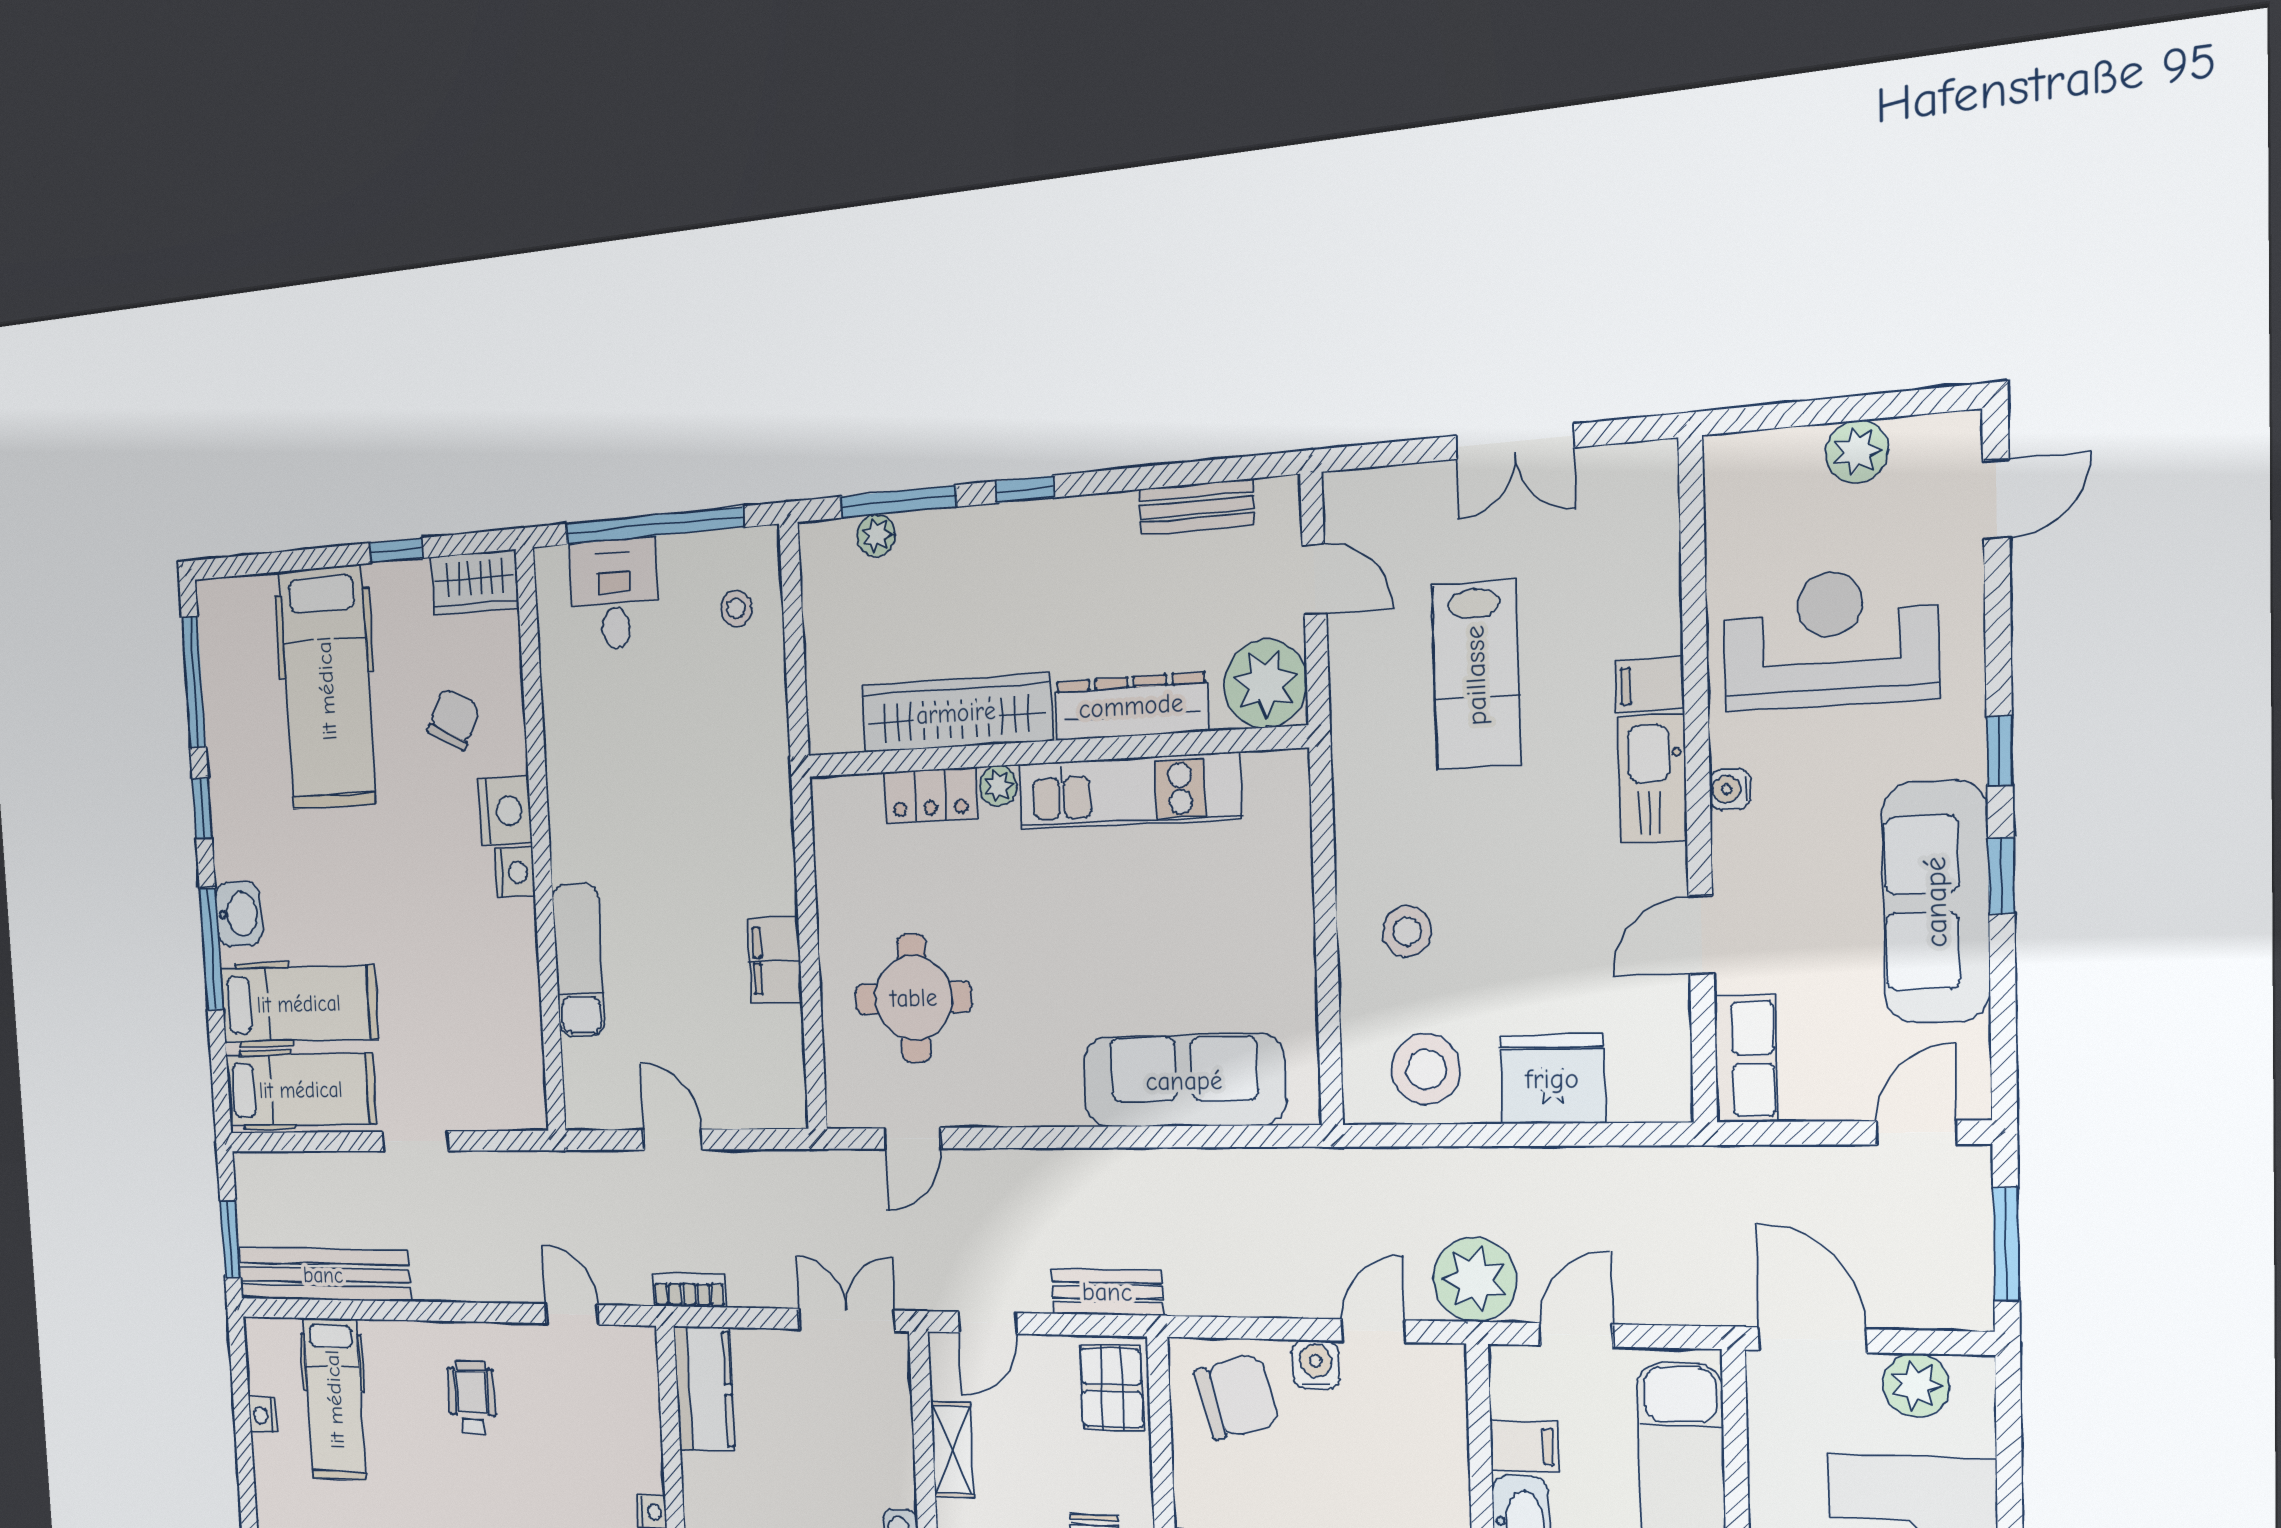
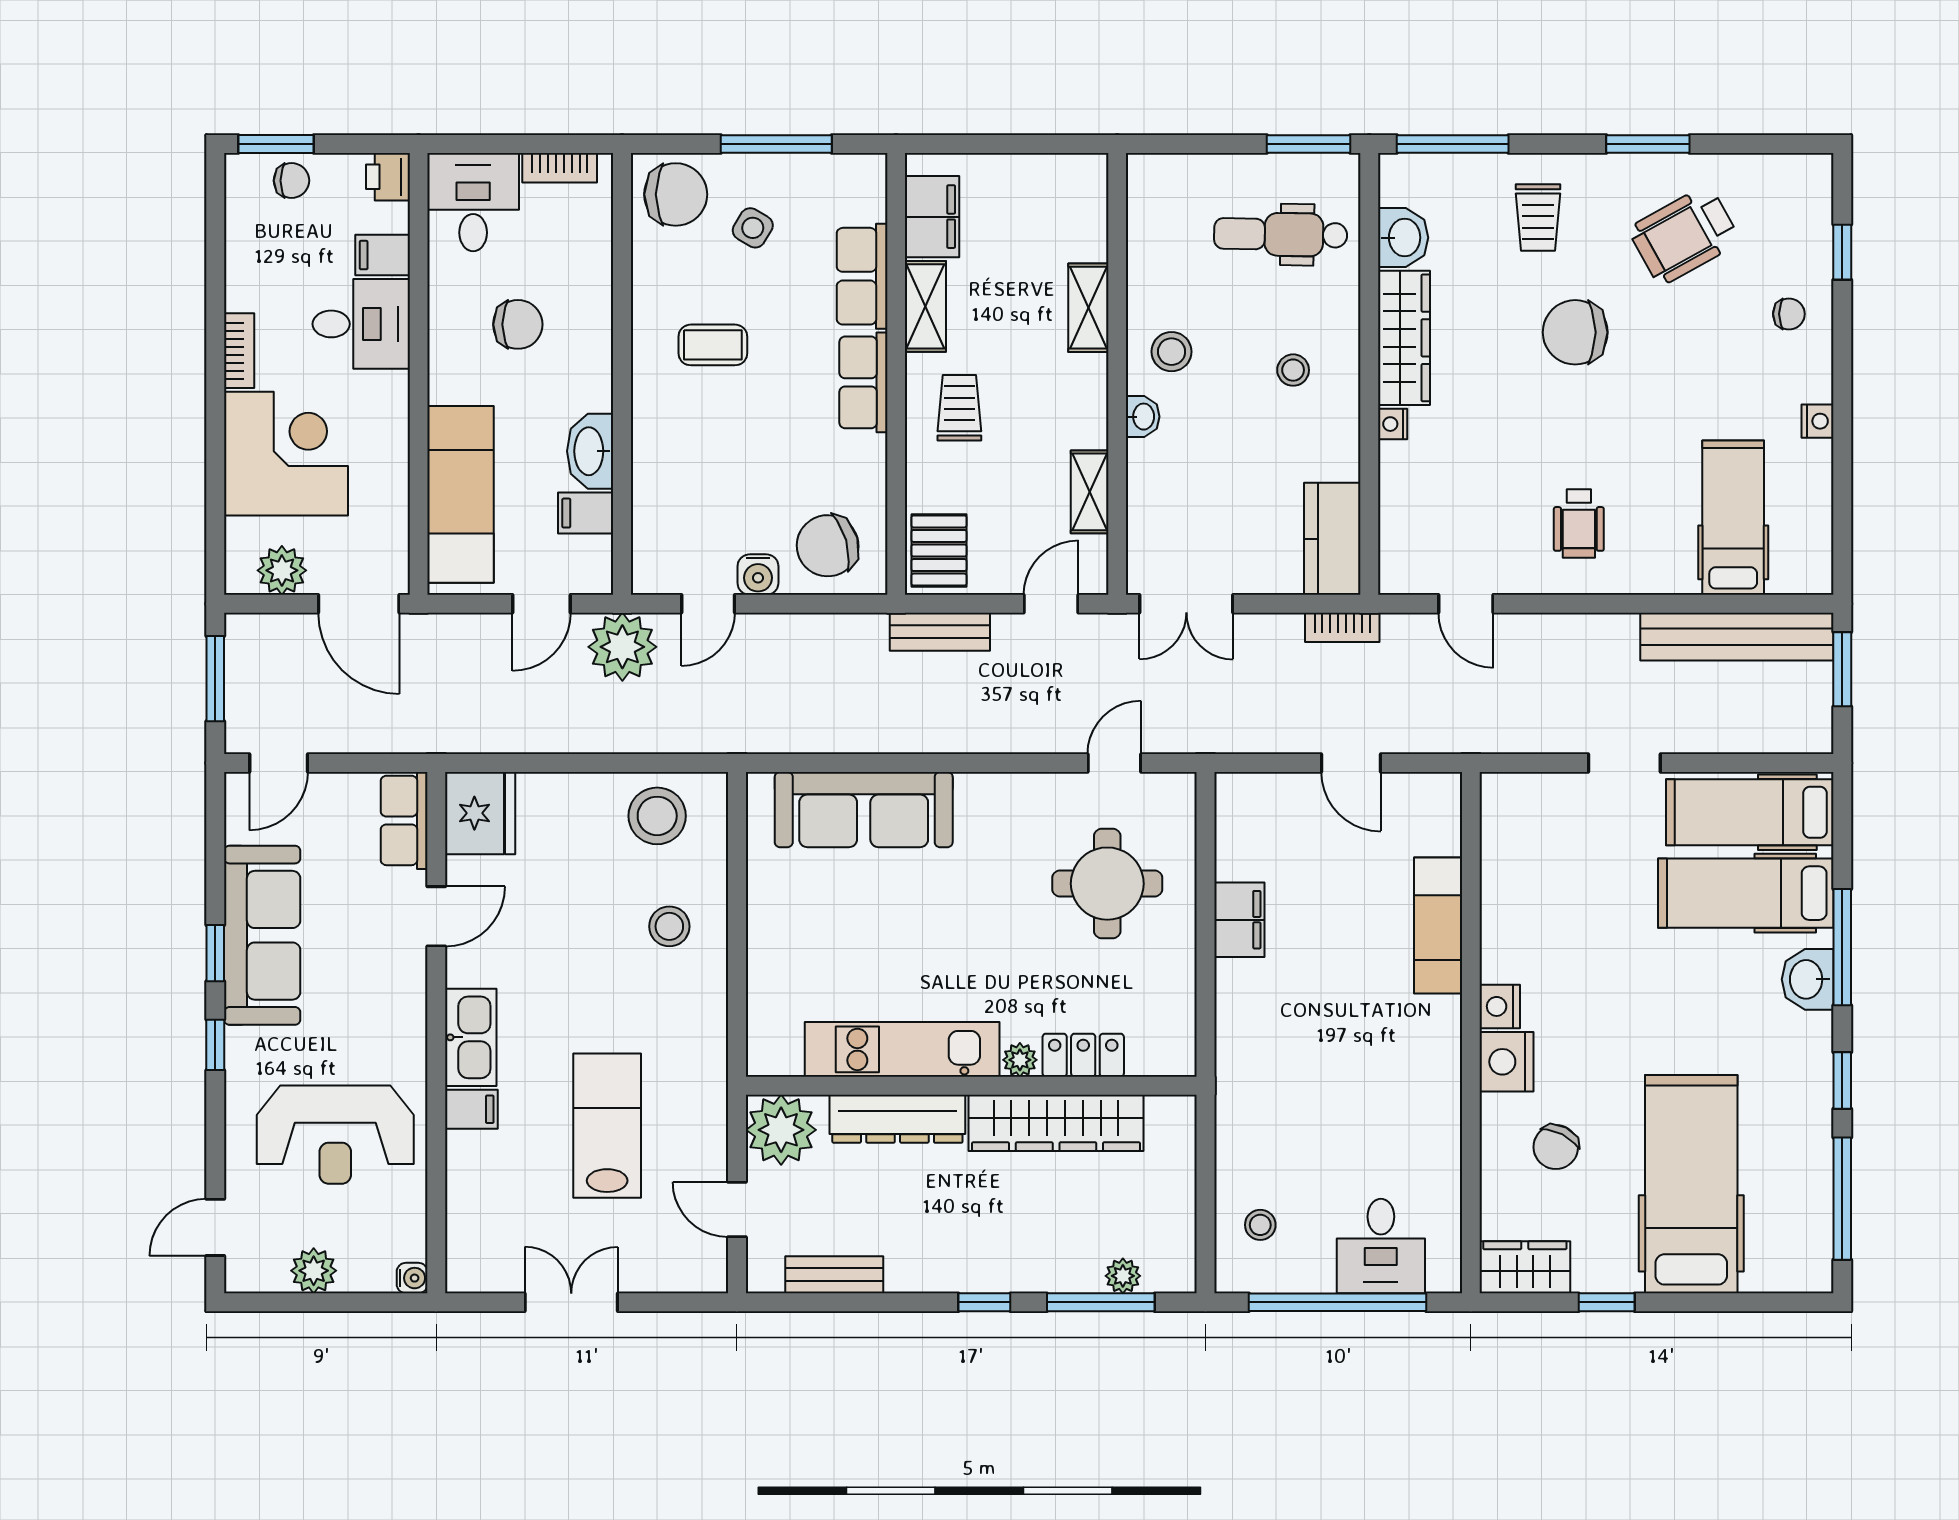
water cooler: (1730, 789) -> (412, 1278), moved
fridge: (1552, 1079) -> (480, 813), moved, turned -90
nightstand: (263, 1415) -> (1818, 421), moved

